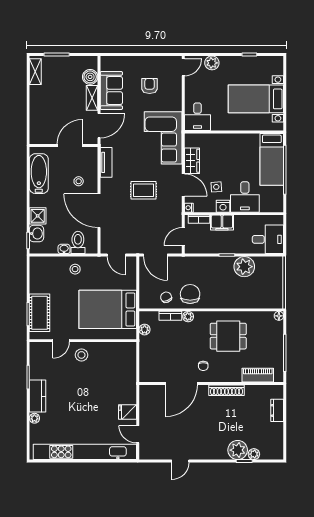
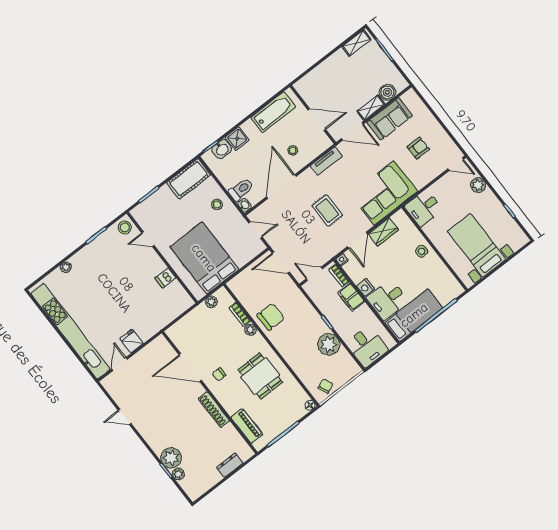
bed: (272, 159) -> (414, 315), moved, turned 180
side table: (216, 187) -> (422, 251), moved
washbasin: (64, 249) -> (245, 205), moved
door: (116, 255) -> (255, 230), swing flipped
door: (155, 255) -> (281, 263), hinge flipped
chair: (166, 297) -> (326, 386), moved
cot: (39, 313) -> (189, 179), moved
dishwasher: (100, 350) -> (165, 278), added
stool: (81, 355) -> (125, 227), moved
kitchen counter: (37, 396) -> (86, 255), removed

